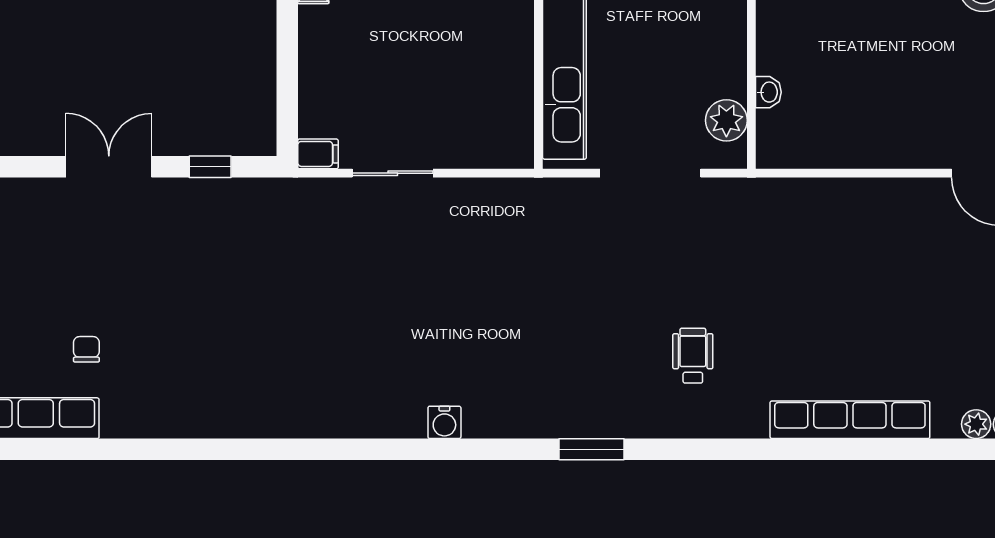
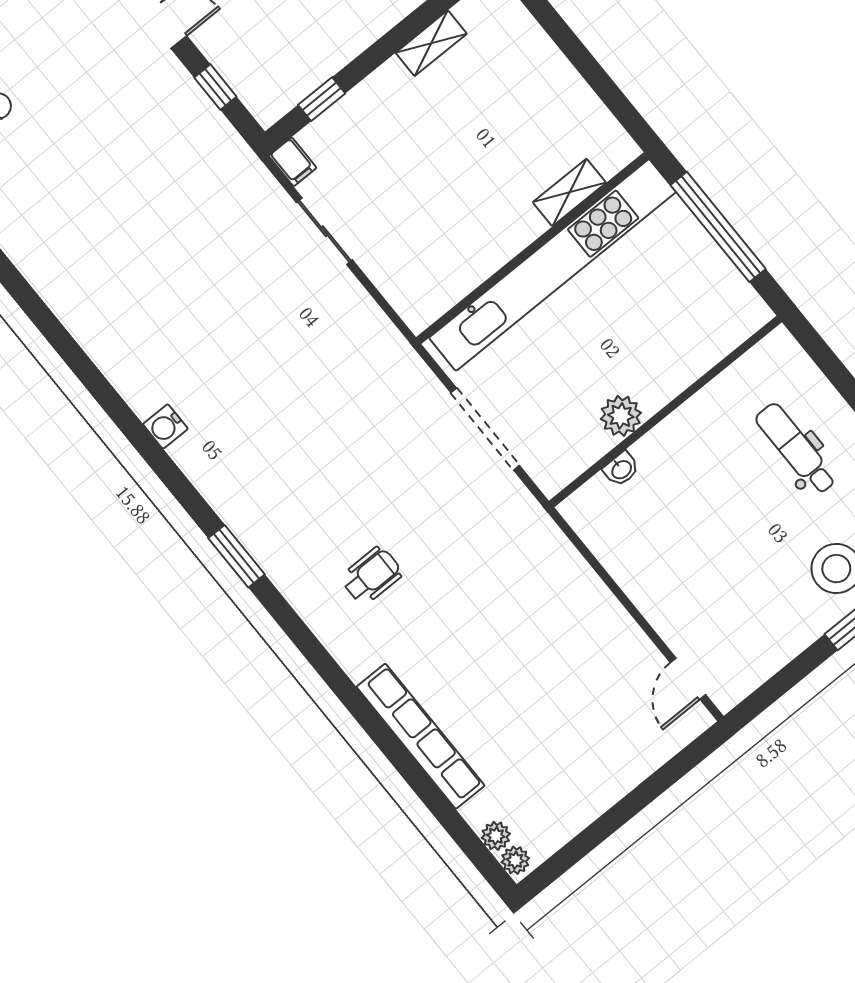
window: (287, 91) -> (322, 99), added
plant: (726, 120) -> (621, 416), moved

